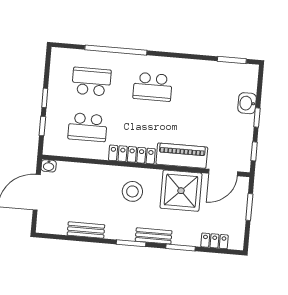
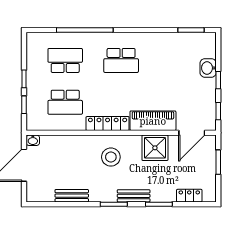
shower: (181, 191) -> (155, 148), width x0.73, depth x0.73

